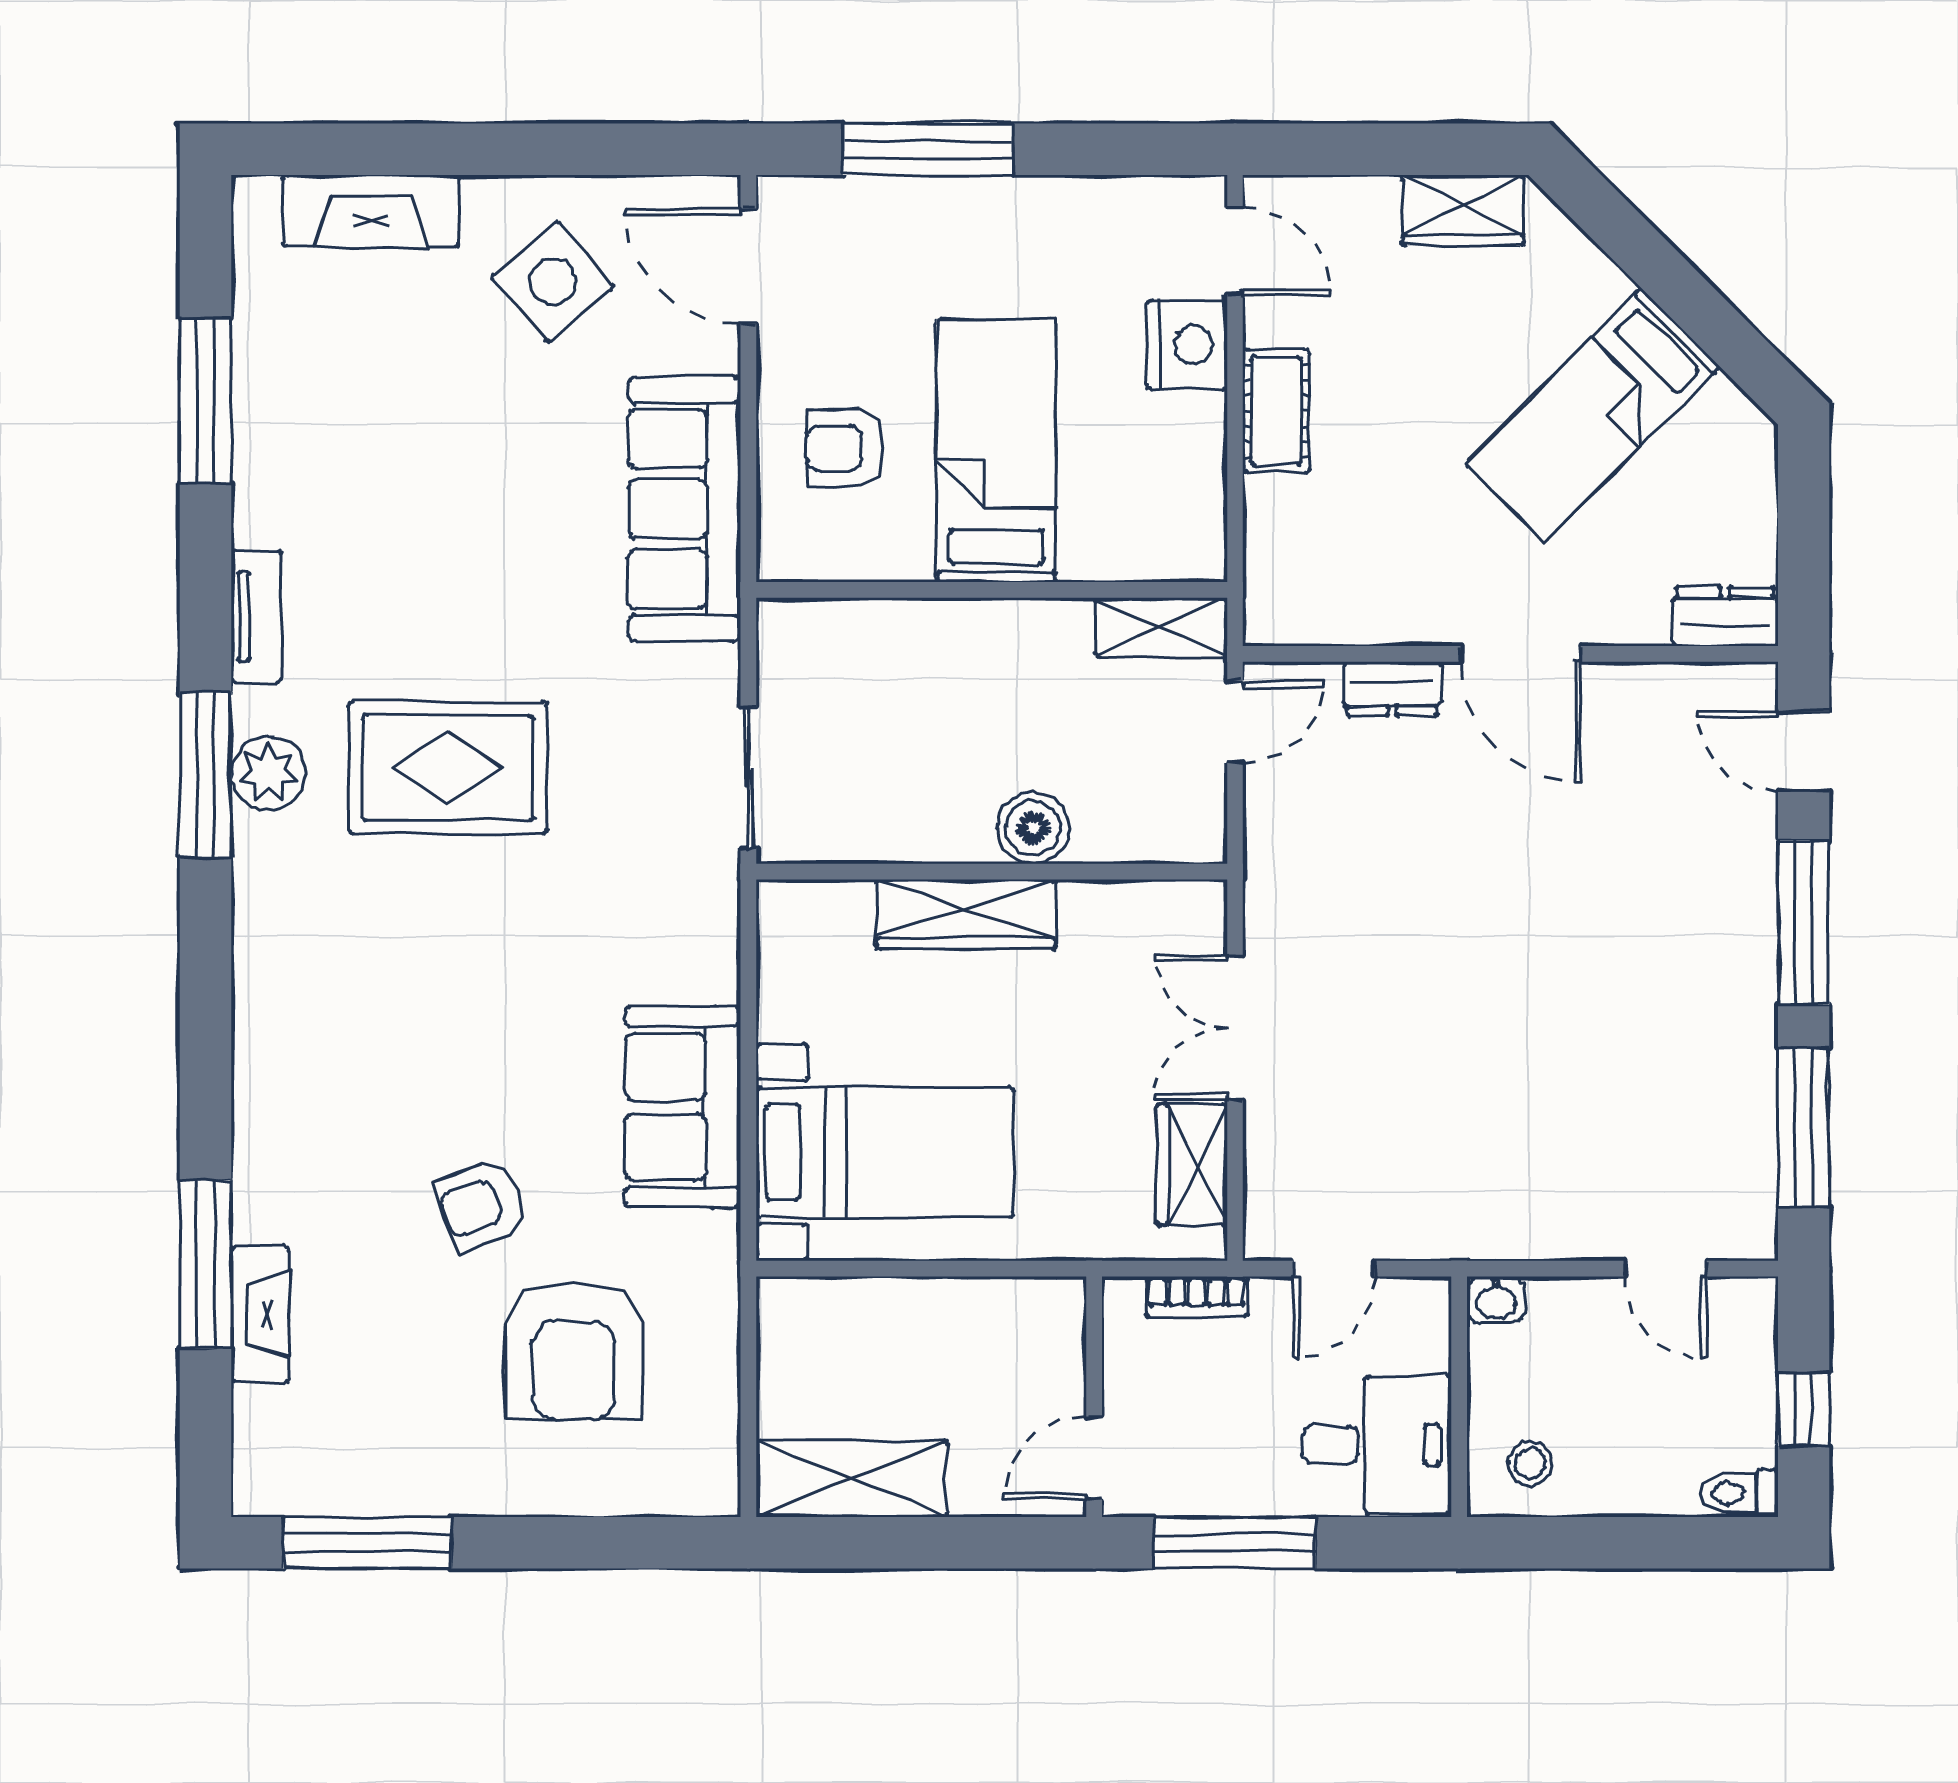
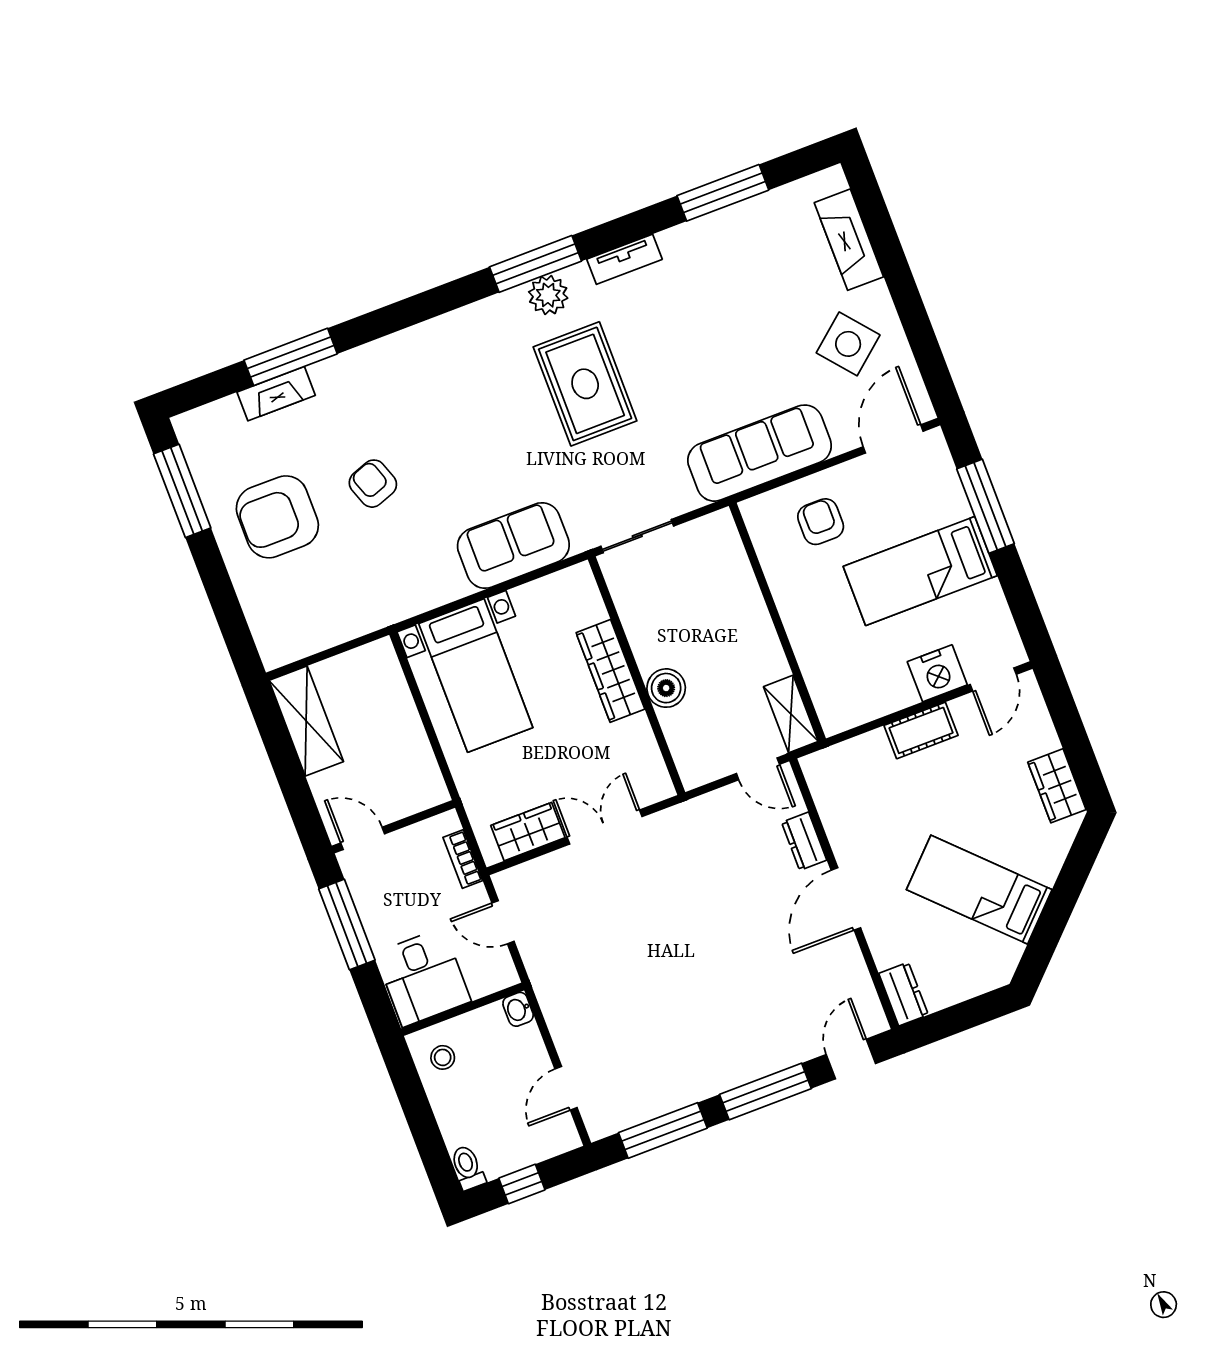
bed: (996, 451) -> (920, 571), moved, turned 180
sofa: (683, 1107) -> (513, 546), moved
armchair: (574, 1351) -> (277, 517), moved

